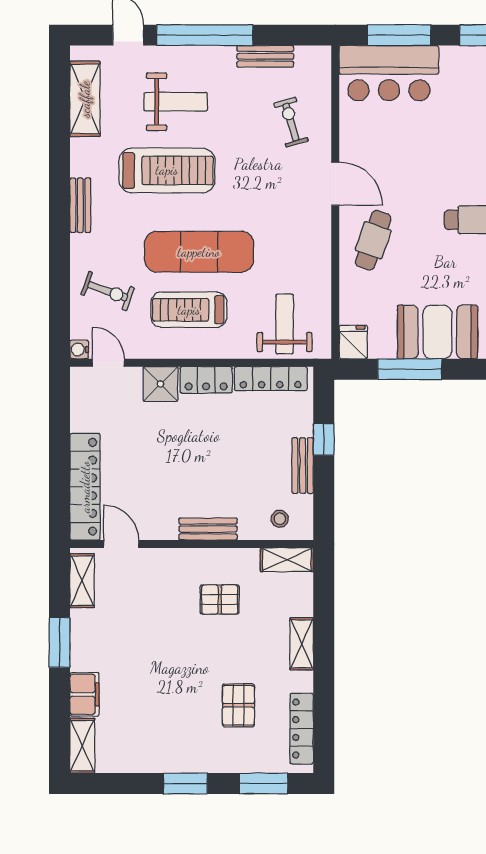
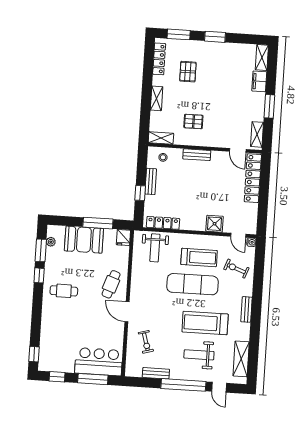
locker: (206, 380) -> (193, 224), removed

